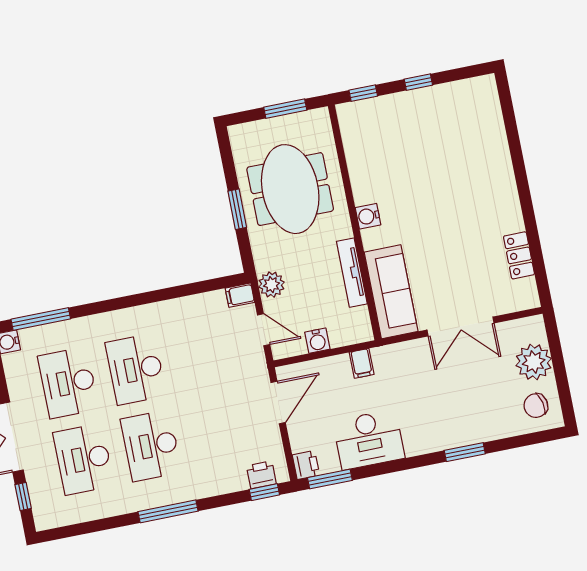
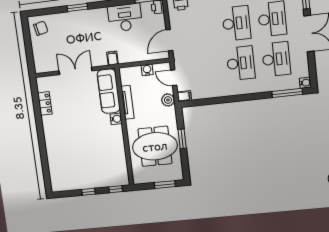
window: (285, 109) -> (165, 185), moved
meeting table: (290, 189) -> (155, 146), turned 90
water cooler: (368, 216) -> (116, 119), moved
plant: (534, 362) -> (41, 50), removed
filing cabinet: (362, 363) -> (112, 58), moved

